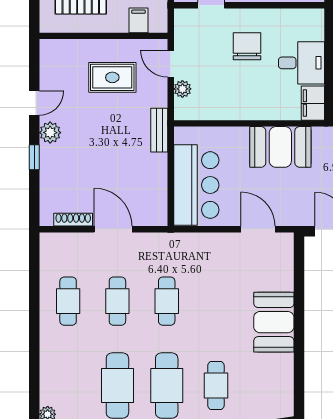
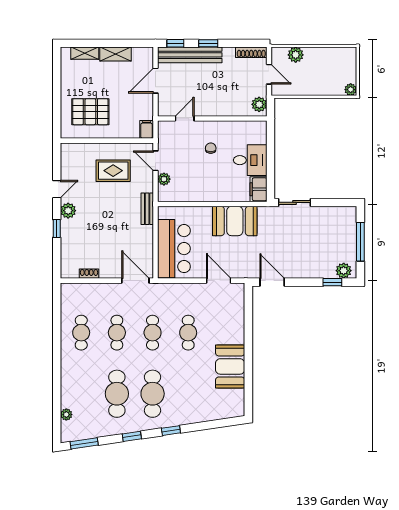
filing cabinet: (138, 20) -> (147, 129), moved
chair: (247, 46) -> (211, 148), width x0.54, depth x0.54
shoe rack: (73, 220) -> (89, 274), width x0.70
door: (113, 229) -> (135, 281), moved
booth: (274, 322) -> (230, 366), moved
cafe table: (216, 386) -> (188, 333), moved

